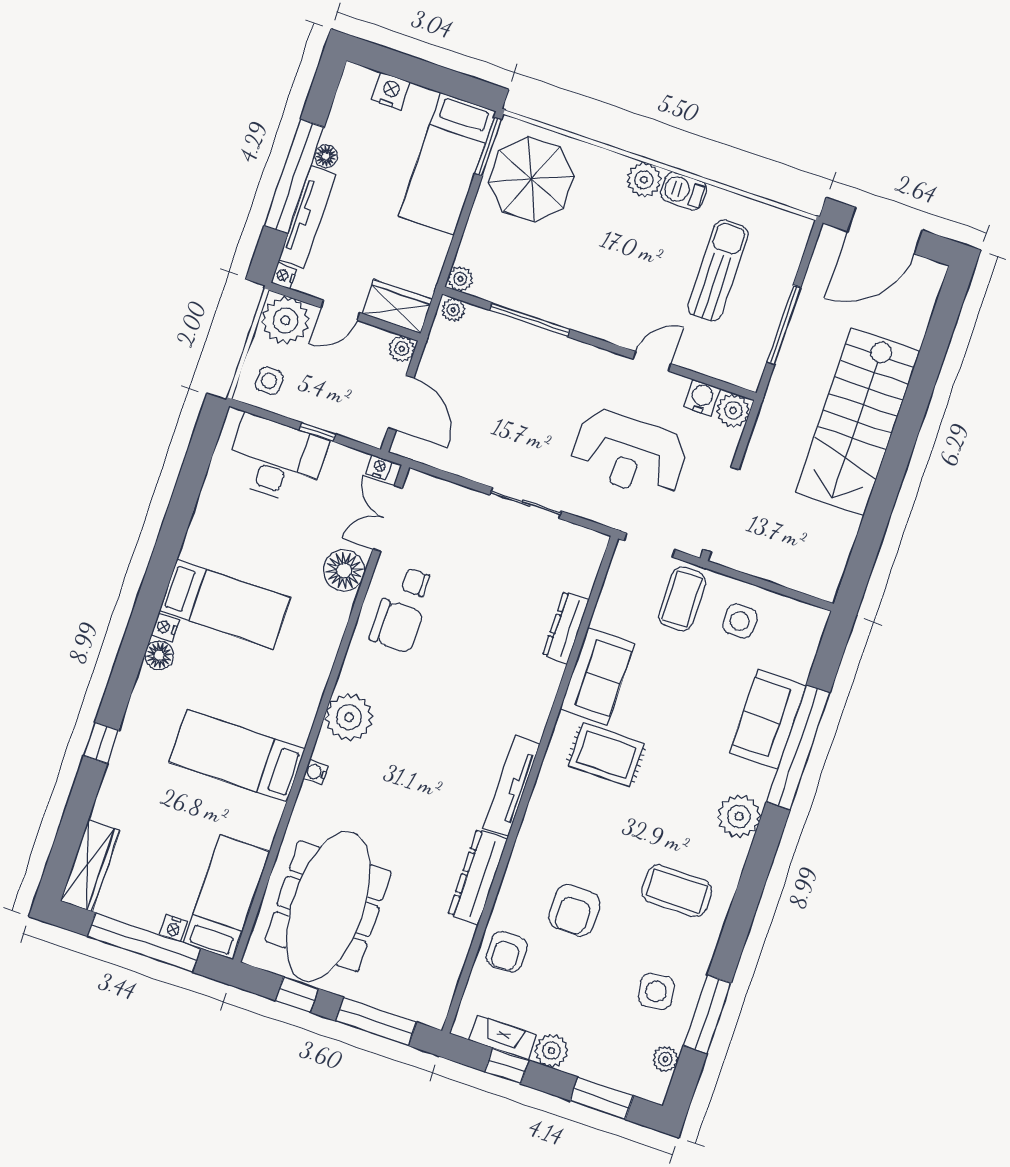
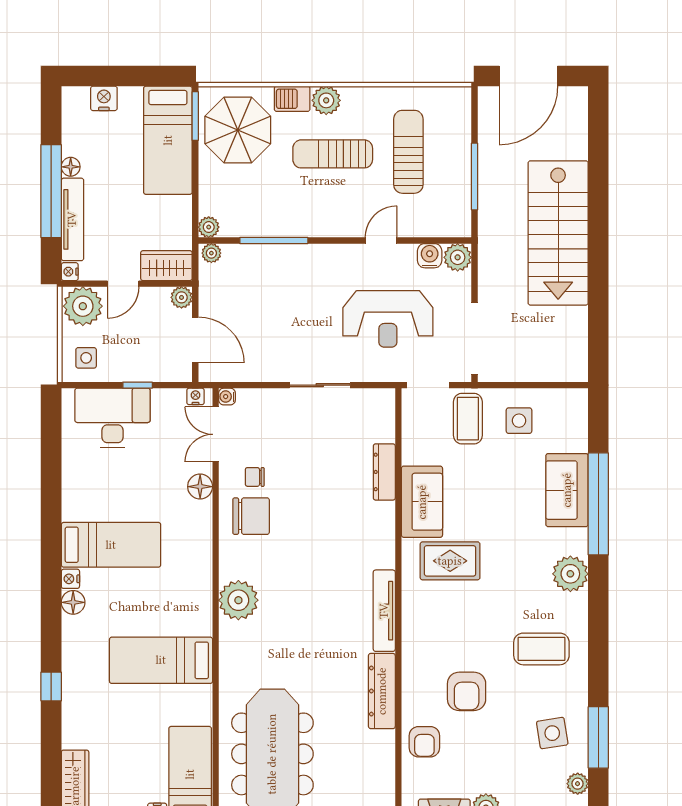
barbecue: (684, 191) -> (292, 99), moved
sun lounger: (631, 244) -> (333, 154), added
floor lamp: (344, 570) -> (200, 487), width x0.73, depth x0.73
water cooler: (316, 772) -> (227, 397), moved

